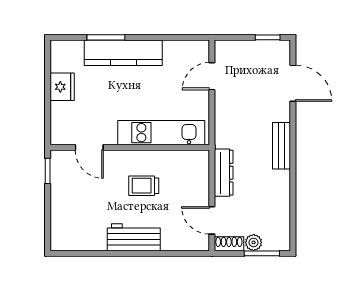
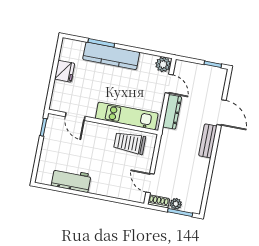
plant: (198, 51) -> (163, 64), added
door: (212, 76) -> (169, 84), swing flipped
door: (293, 83) -> (221, 112), moved
dresser: (224, 173) -> (172, 112), moved
trolley: (144, 186) -> (130, 143), moved, width x1.36, depth x1.39
workbench: (134, 237) -> (71, 180), moved

